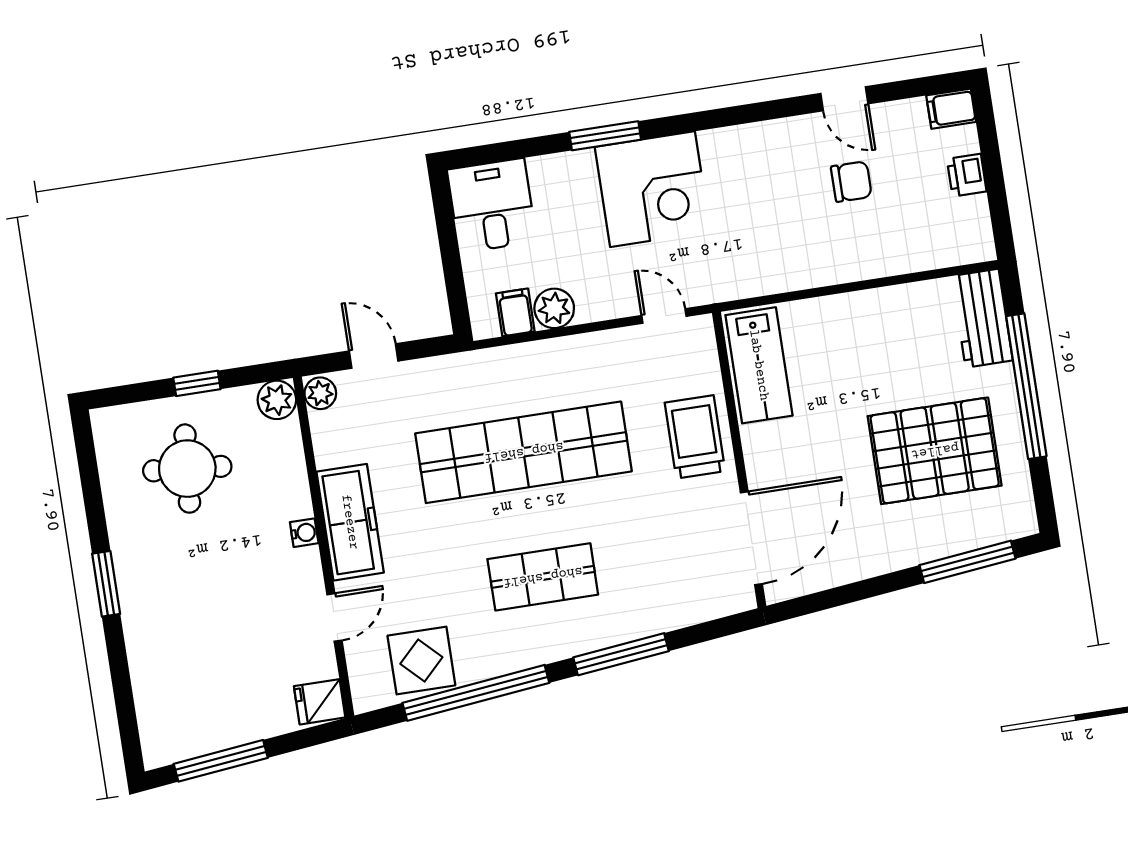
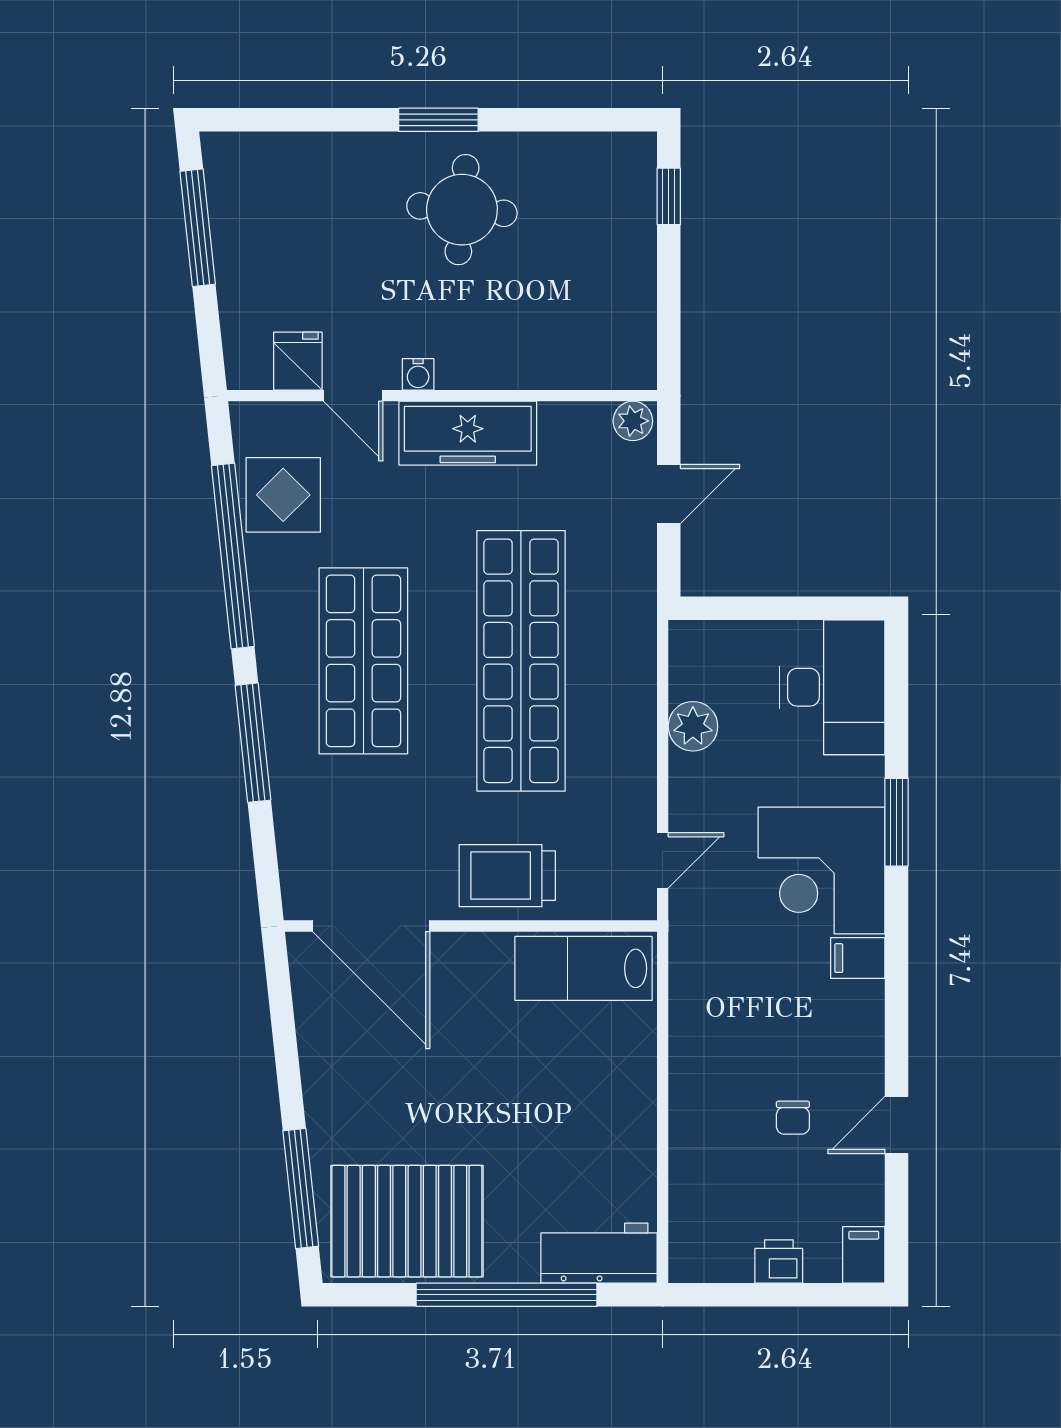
chair: (851, 182) -> (793, 1118), width x0.73, depth x0.73
desk: (492, 205) -> (832, 687), width x1.37
filing cabinet: (515, 312) -> (858, 958), moved, turned 180
window: (197, 383) -> (669, 196), moved
plant: (277, 400) -> (633, 366), removed
trolley: (695, 437) -> (507, 876), turned 180
pallet: (935, 451) -> (407, 1221), moved, turned 90
round table: (187, 469) -> (462, 210), moved
water cooler: (304, 533) -> (418, 374), moved
shop shelf: (543, 577) -> (363, 661), width x1.43, depth x1.36
fridge: (320, 702) -> (298, 361), moved

